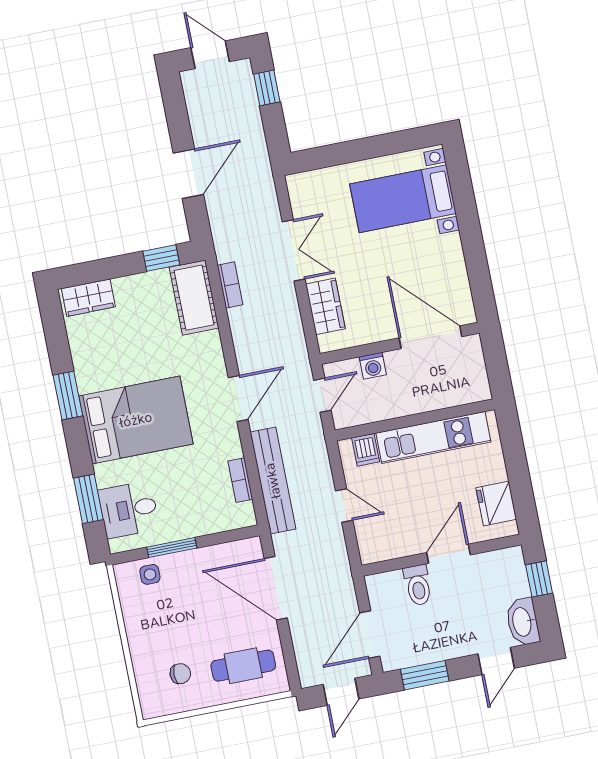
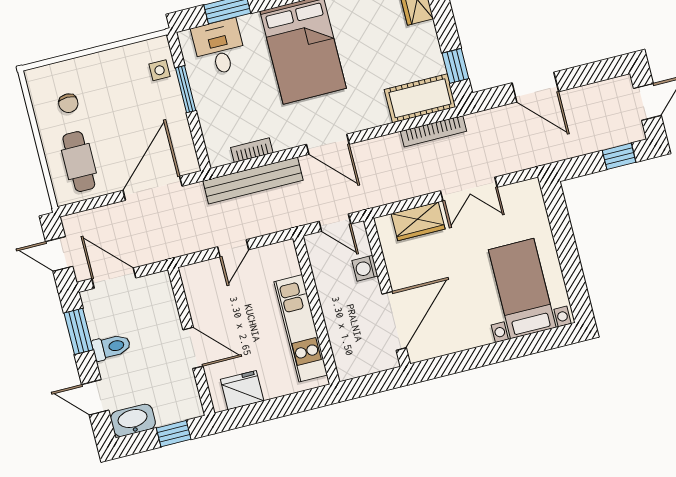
bookcase: (230, 285) -> (433, 131), width x1.56
dishwasher: (366, 450) -> (286, 266), removed
toilet: (418, 585) -> (111, 347), moved, turned 180

